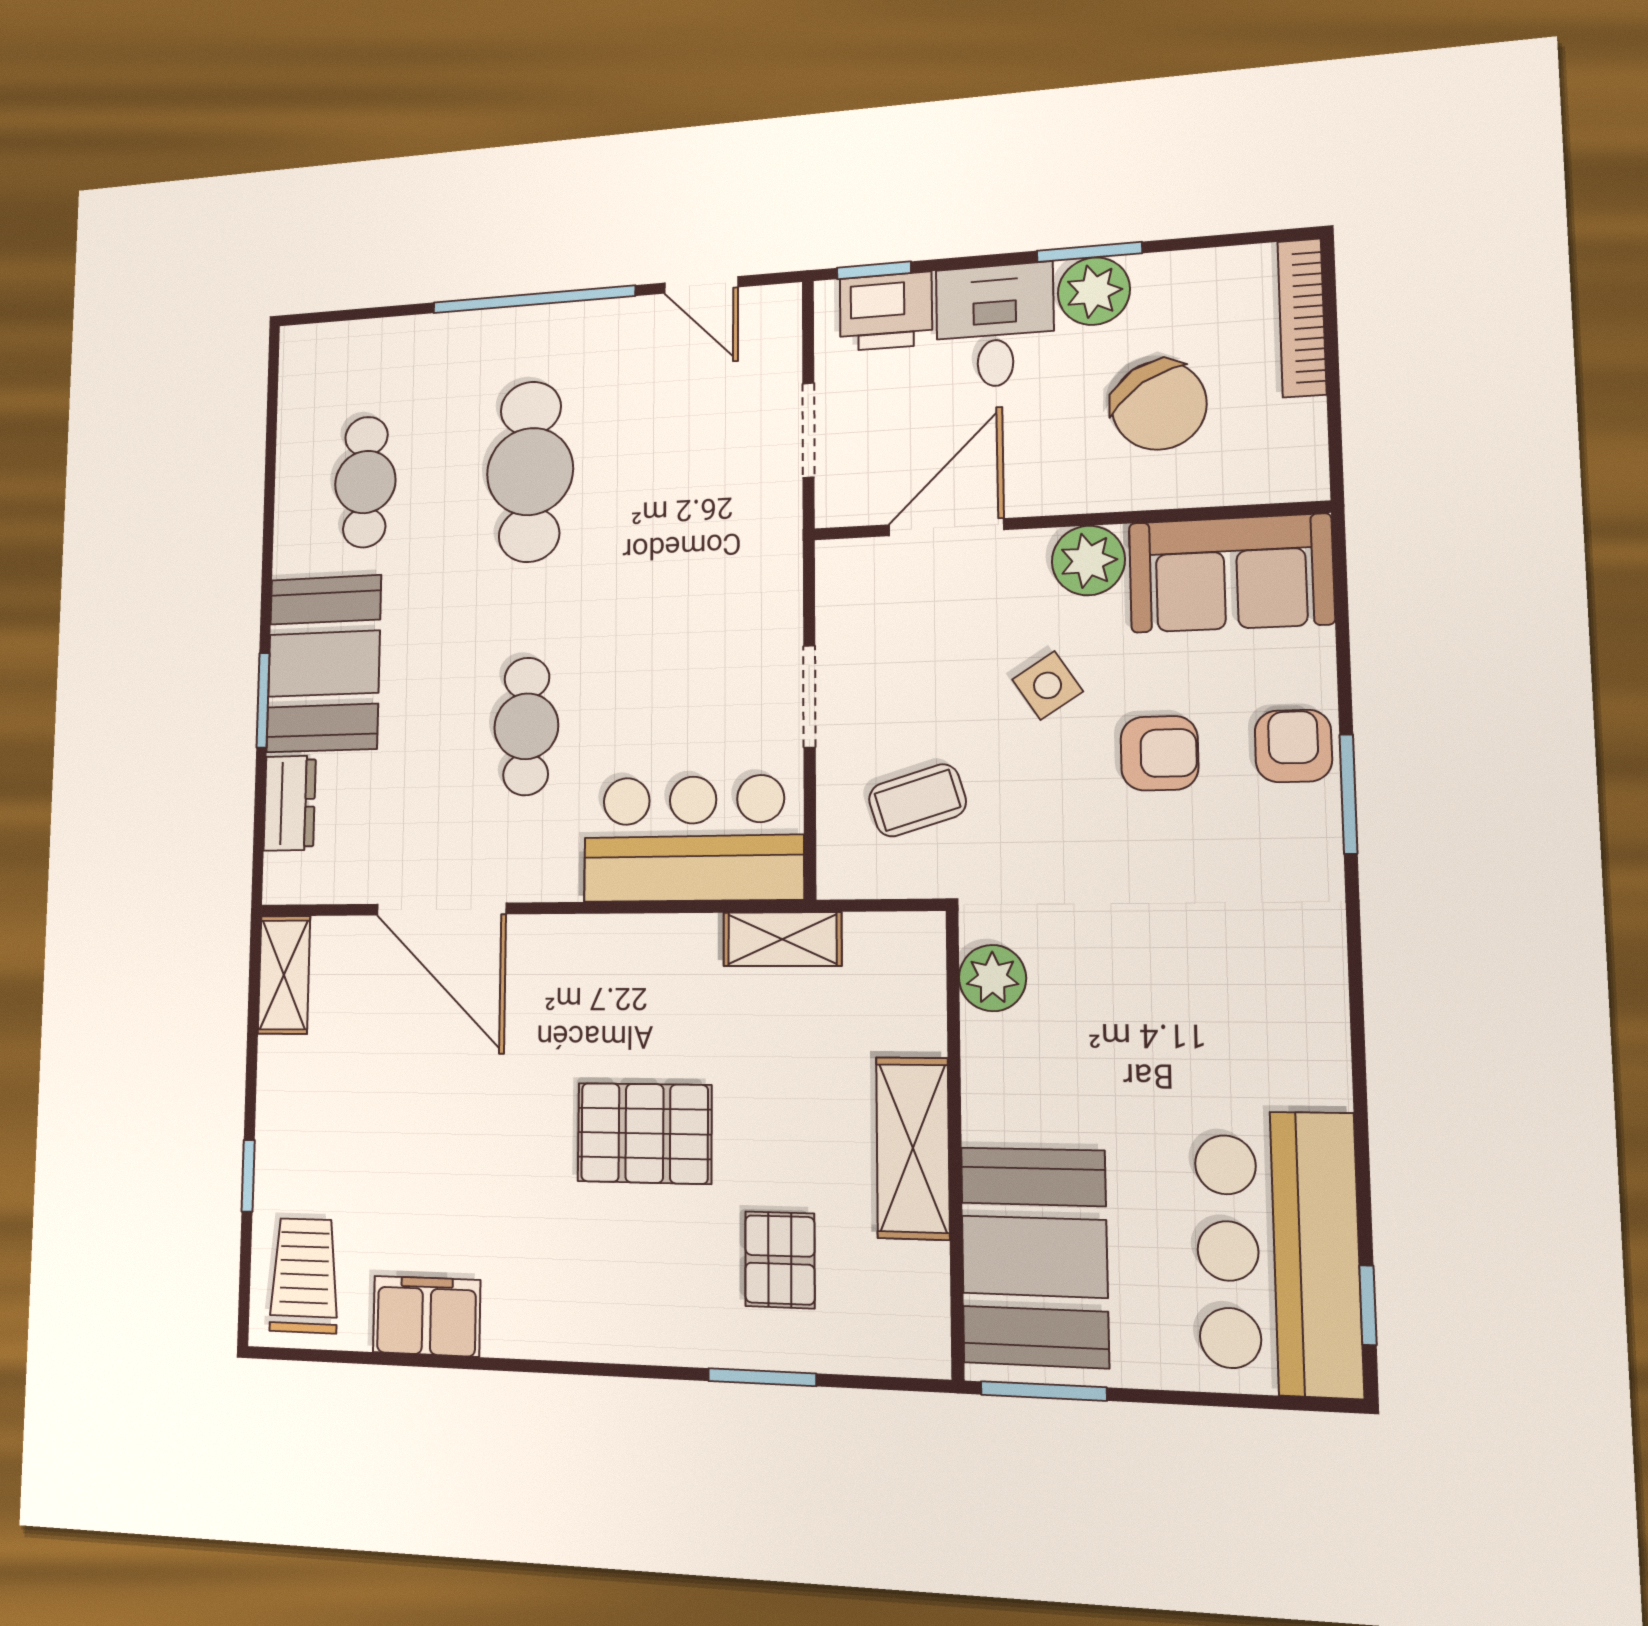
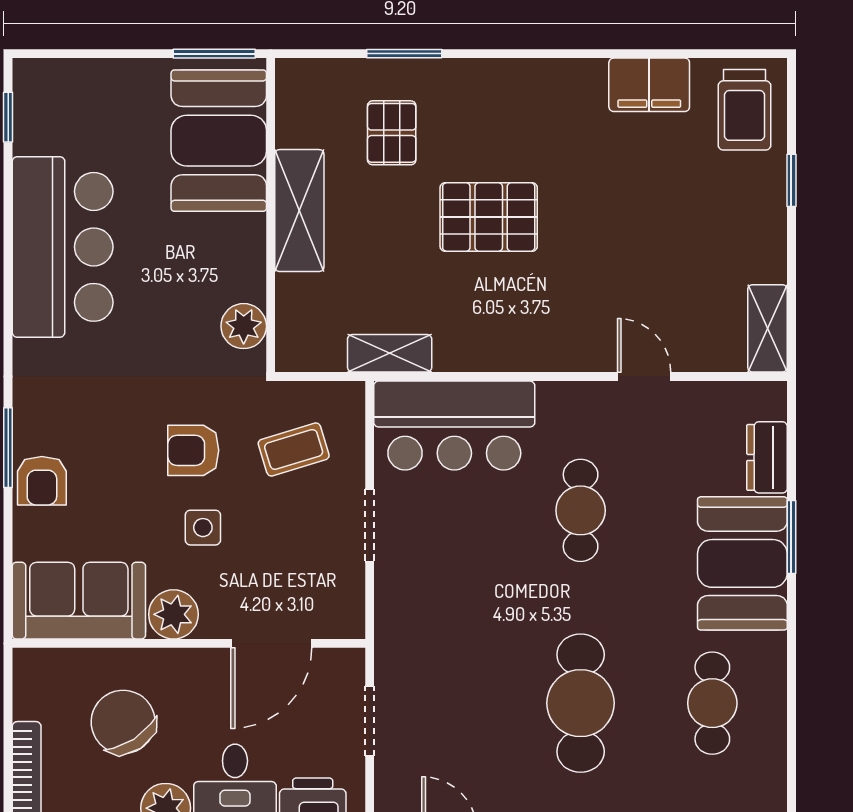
side table: (1048, 685) -> (203, 528), turned 33
armchair: (1159, 753) -> (193, 450), moved
door: (441, 909) -> (644, 376), width x0.53
bar counter: (1278, 1253) -> (63, 247), moved

